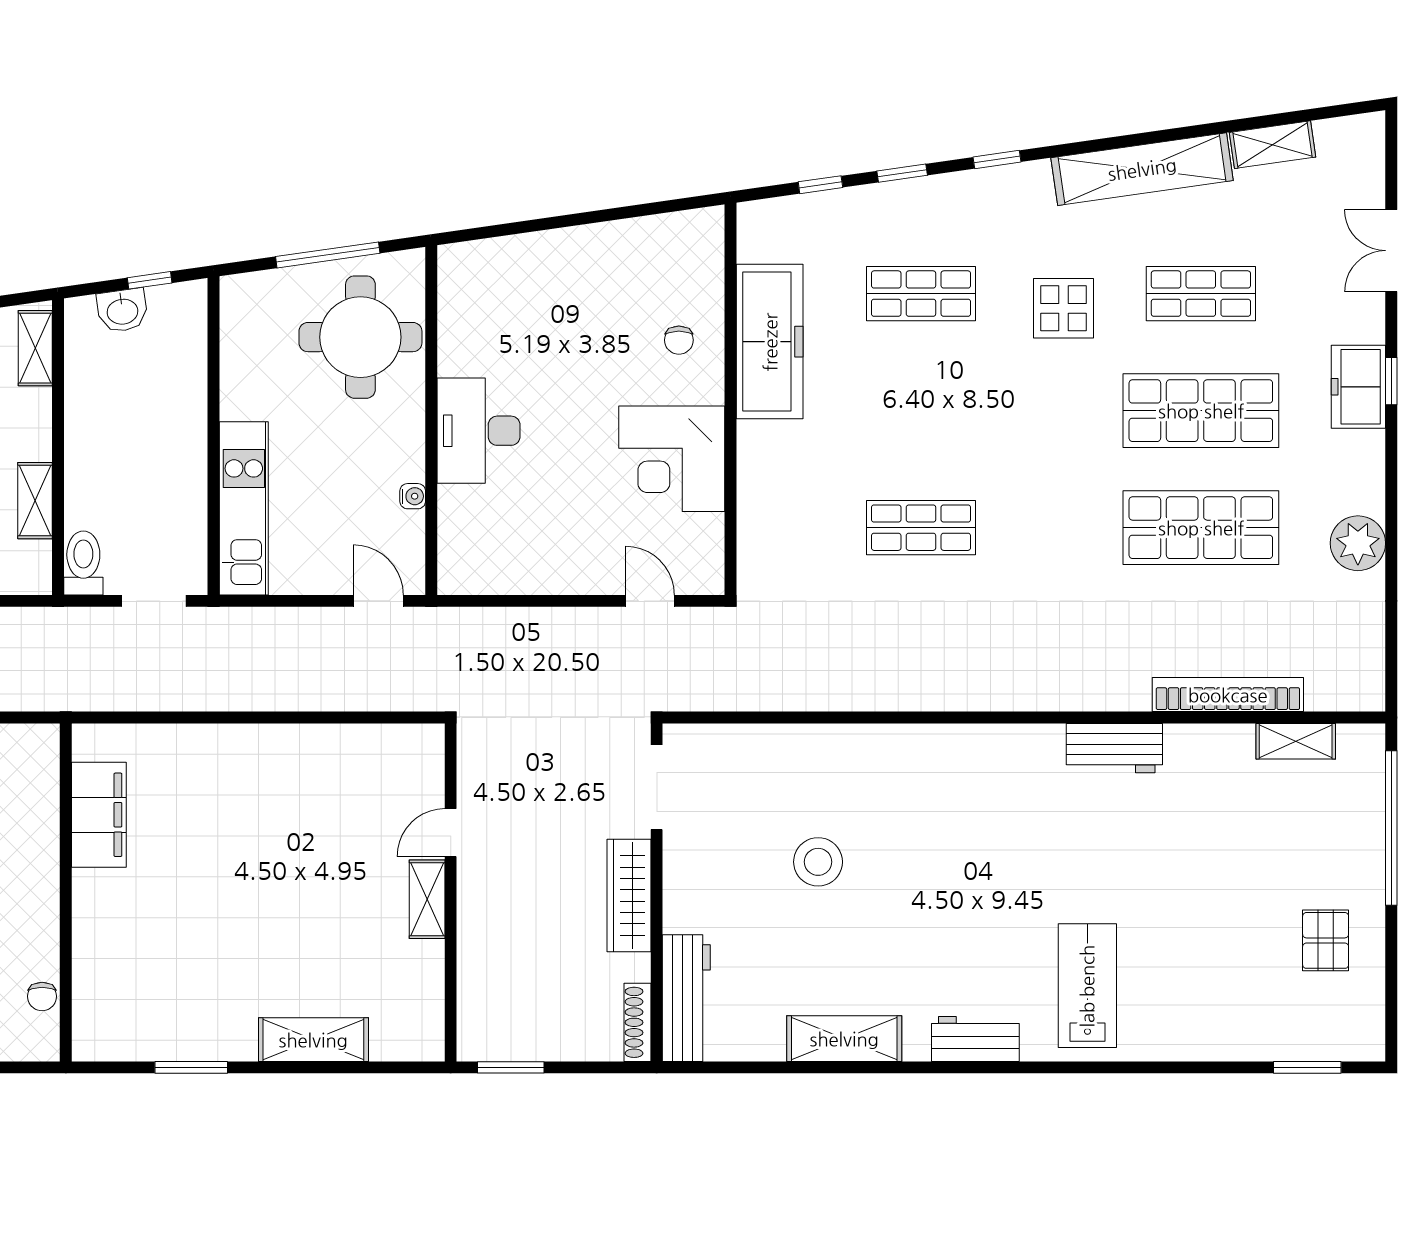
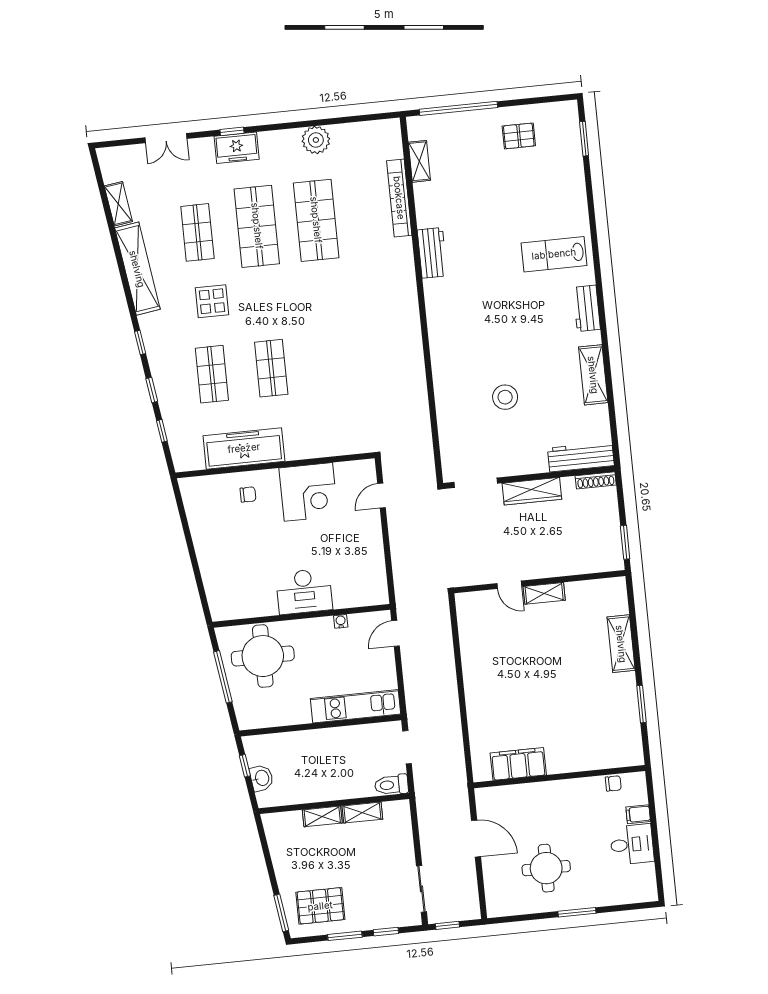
shelving: (35, 348) -> (322, 816), moved
shop shelf: (921, 528) -> (271, 368), moved

